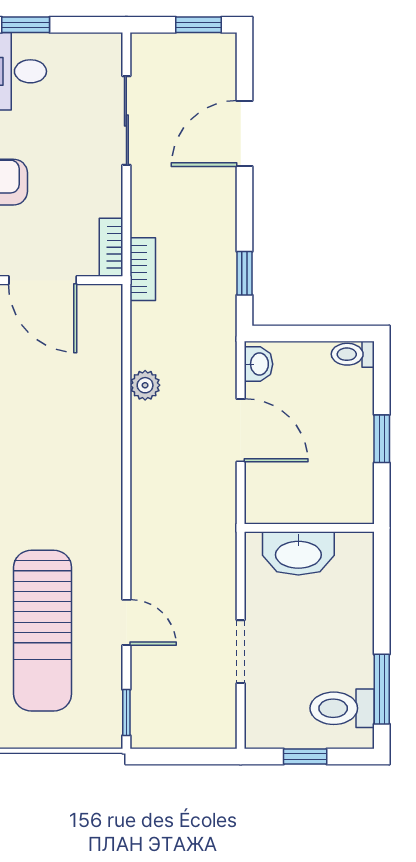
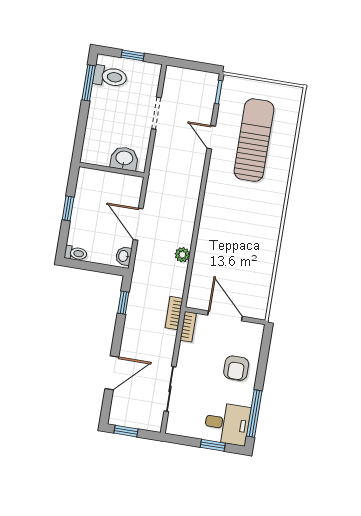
washbasin: (298, 553) -> (124, 159), width x0.72

